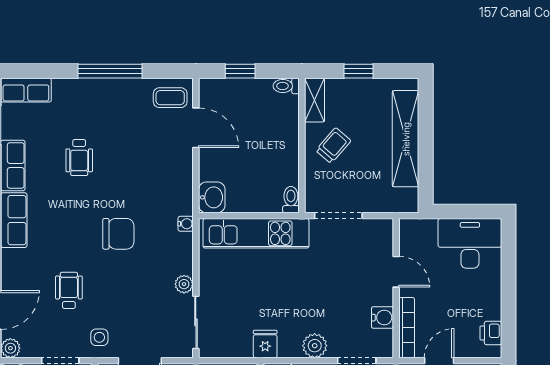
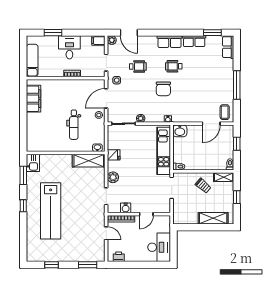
shelving: (406, 139) -> (213, 218), width x0.68
wheelchair: (79, 157) -> (174, 66), moved

